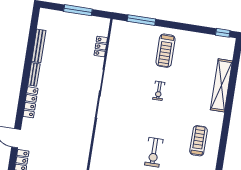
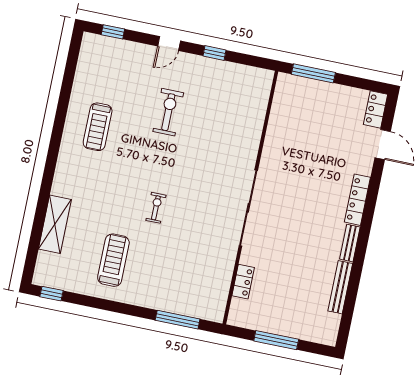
treadmill: (165, 51) -> (113, 260), moved
shelving: (221, 85) -> (55, 224), width x0.68

